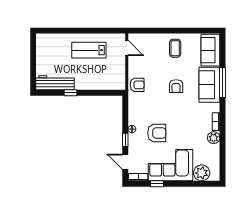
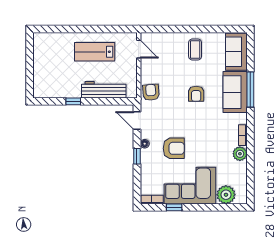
workbench: (55, 83) -> (104, 90), moved
armchair: (137, 85) -> (151, 92), turned -94
door: (125, 162) -> (137, 120), moved

